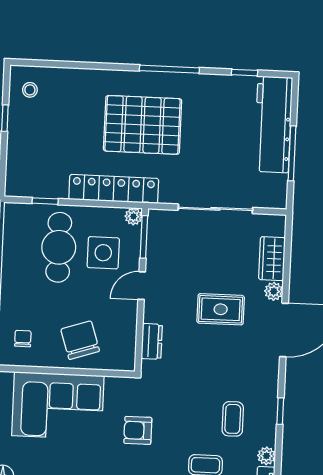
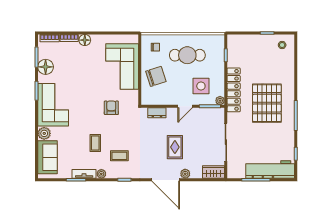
cafe table: (59, 247) -> (187, 55), moved
wardrobe: (272, 259) -> (214, 172), moved
door: (142, 286) -> (185, 106), swing flipped

